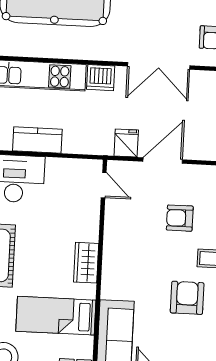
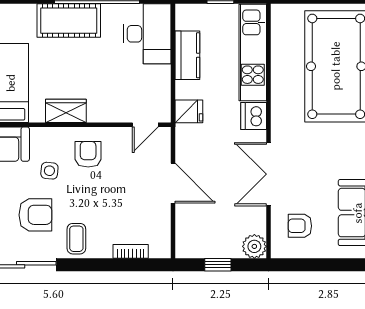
fridge: (126, 143) -> (189, 111), moved
armchair: (180, 218) -> (88, 154), moved
side table: (144, 282) -> (49, 171), added

